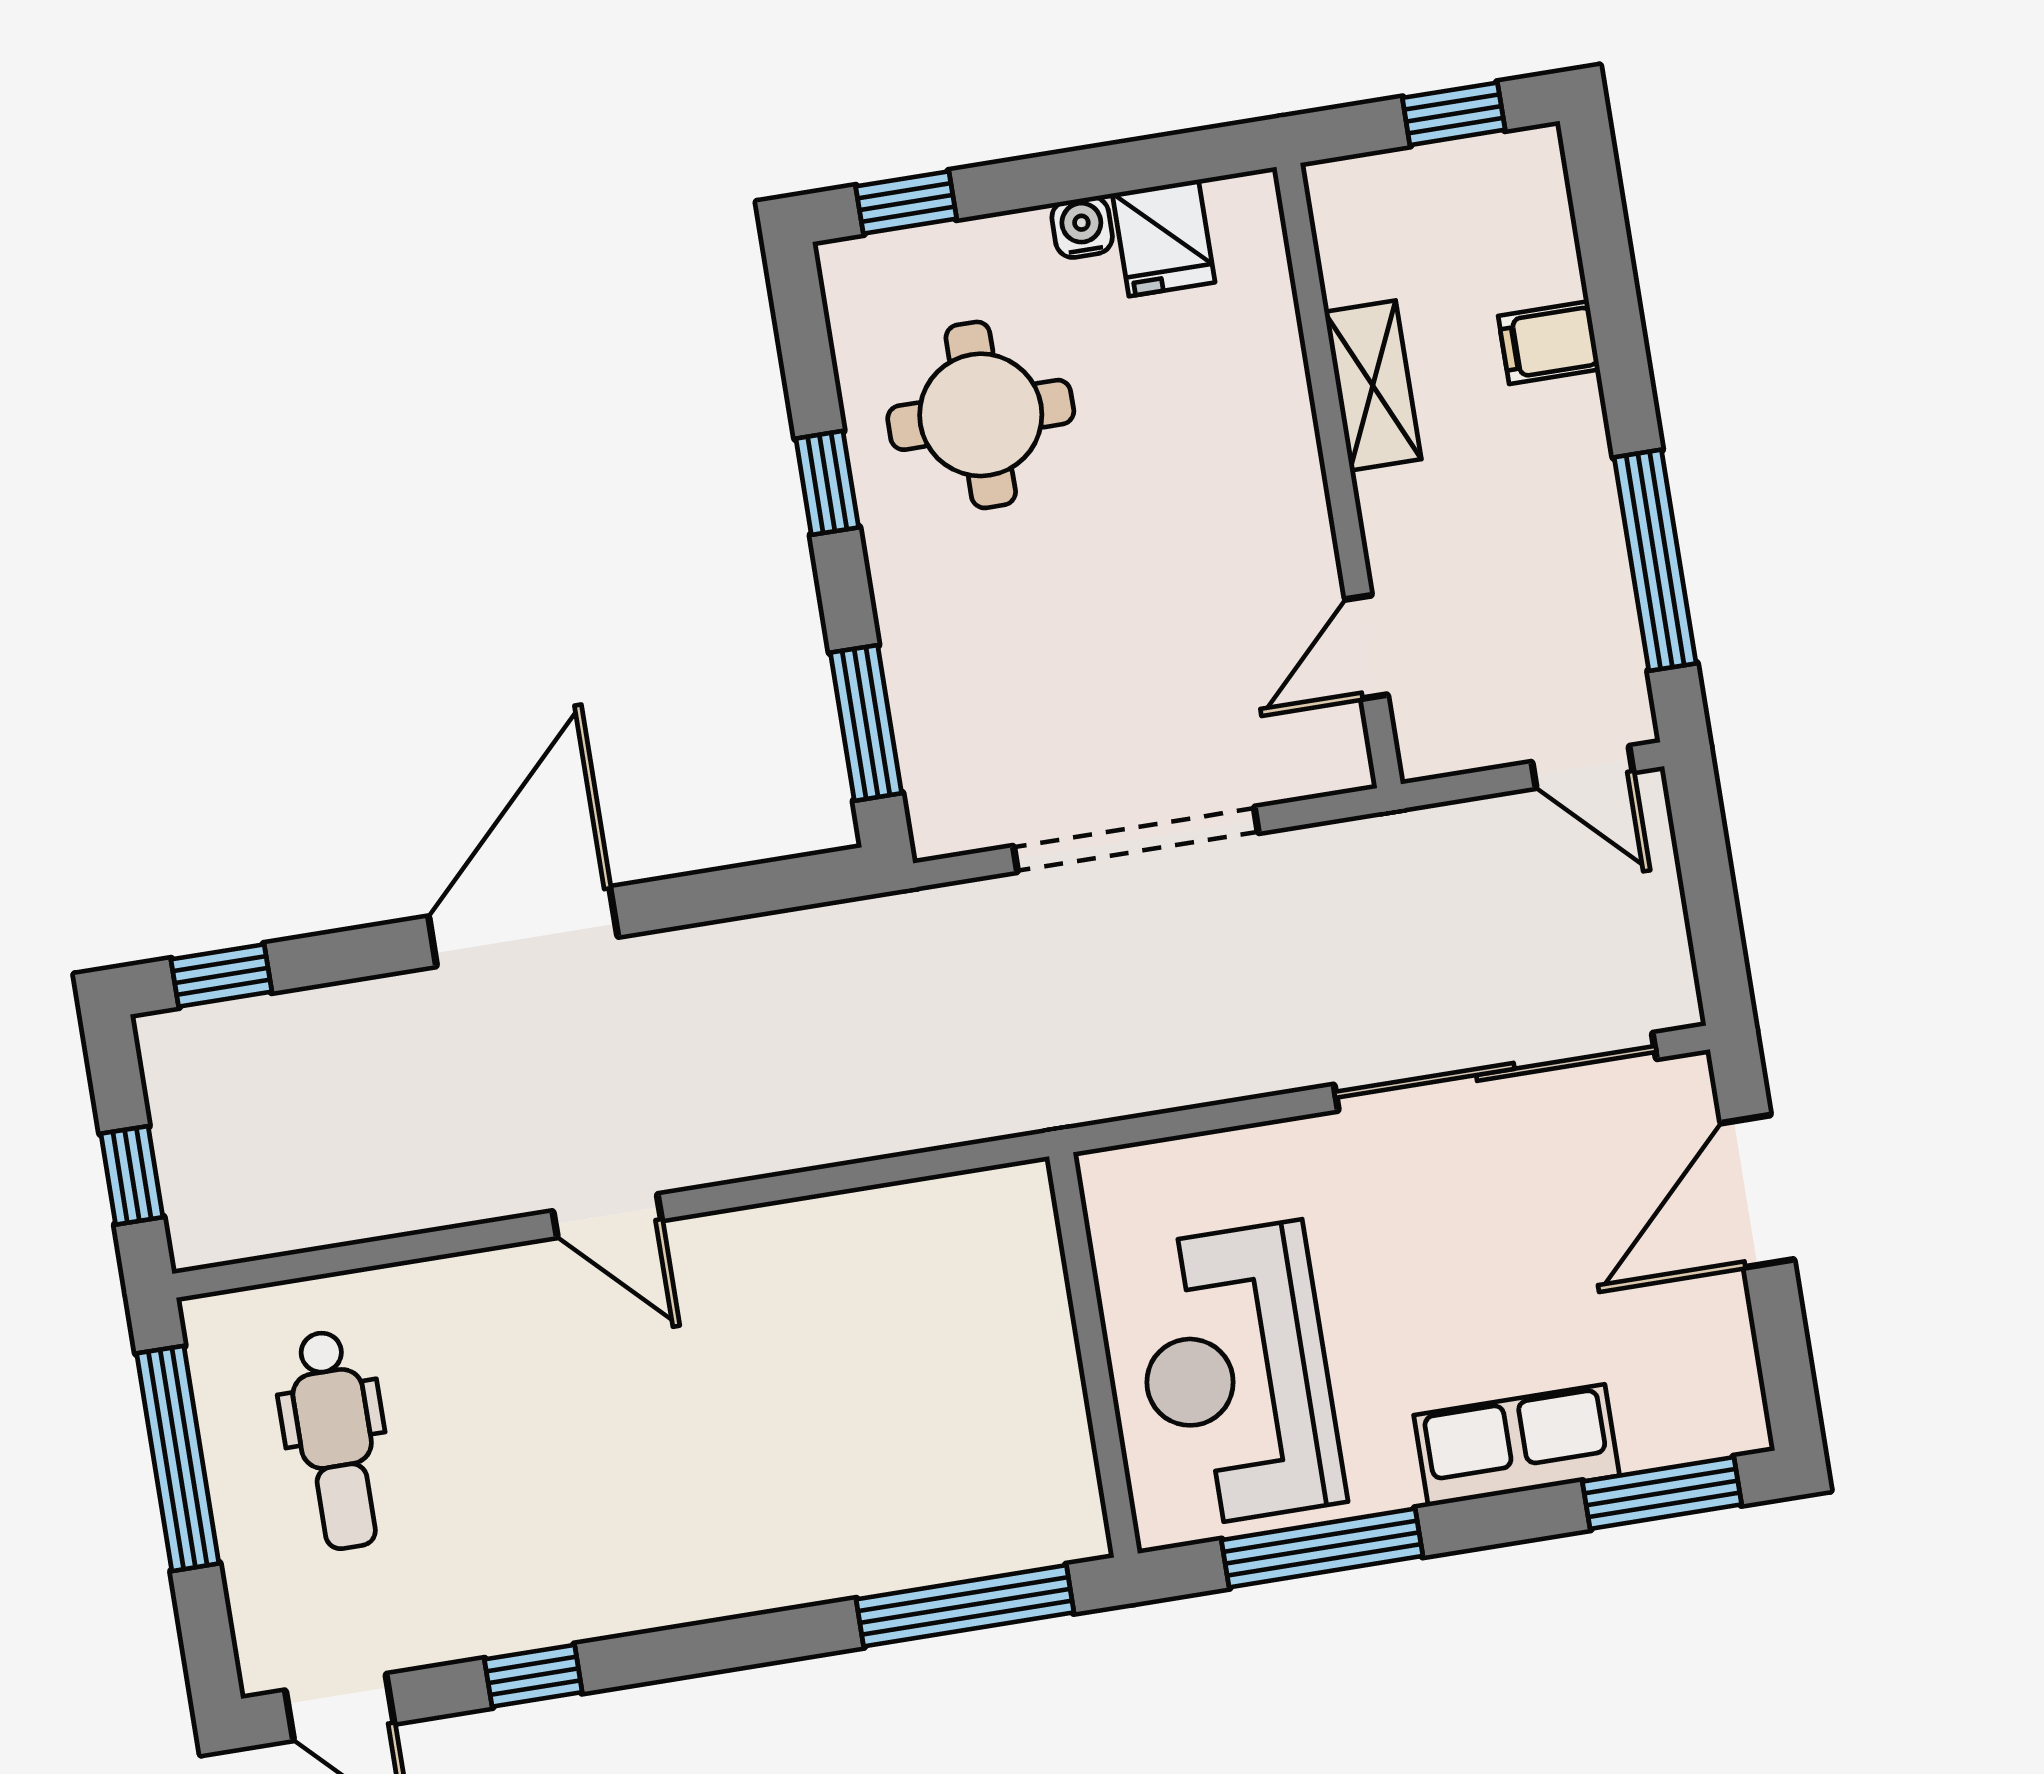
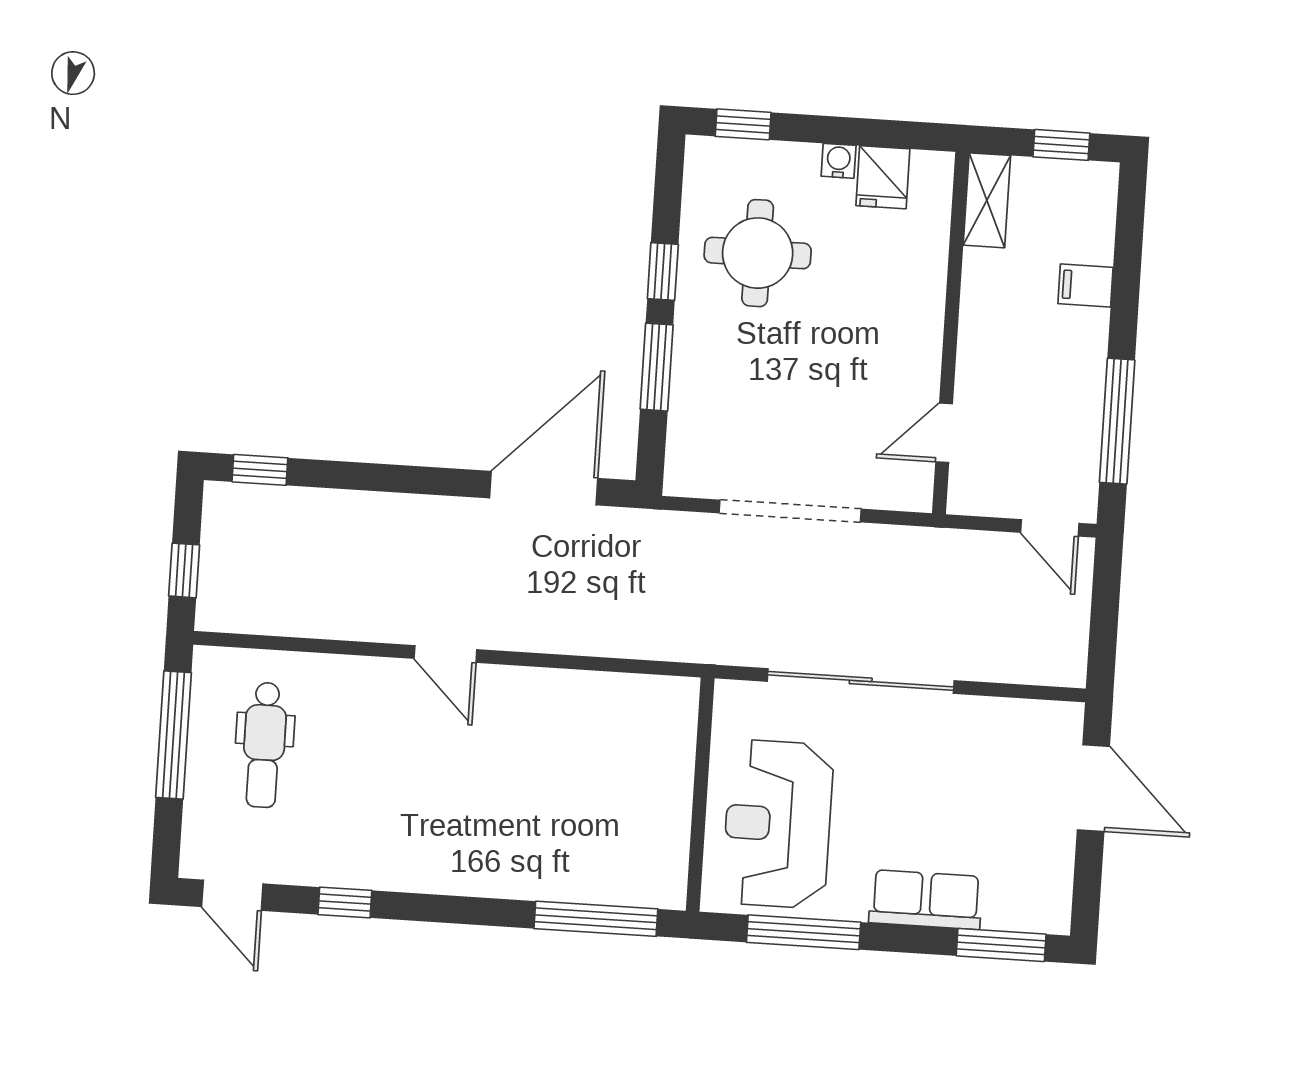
shelving: (1373, 386) -> (987, 200), moved
window: (866, 723) -> (657, 367), moved
door: (523, 927) -> (544, 488), moved
sliding door: (1495, 1072) -> (861, 681), moved
door: (1757, 1191) -> (1093, 788), swing flipped

